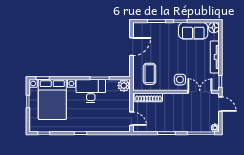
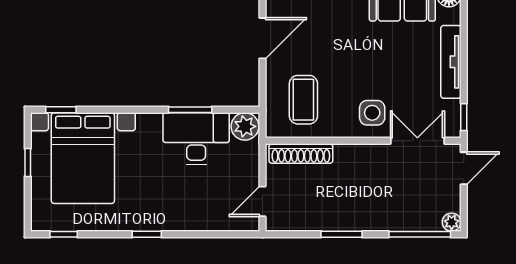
desk: (91, 91) -> (196, 139), moved
door: (220, 104) -> (464, 168), hinge flipped
door: (131, 119) -> (262, 201), swing flipped

